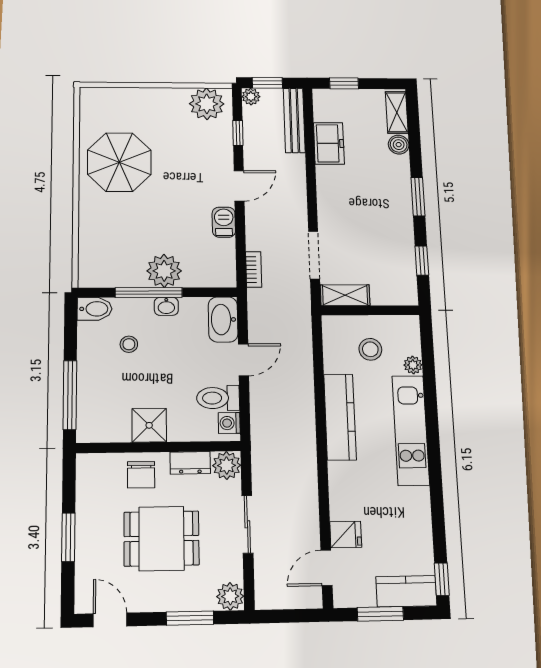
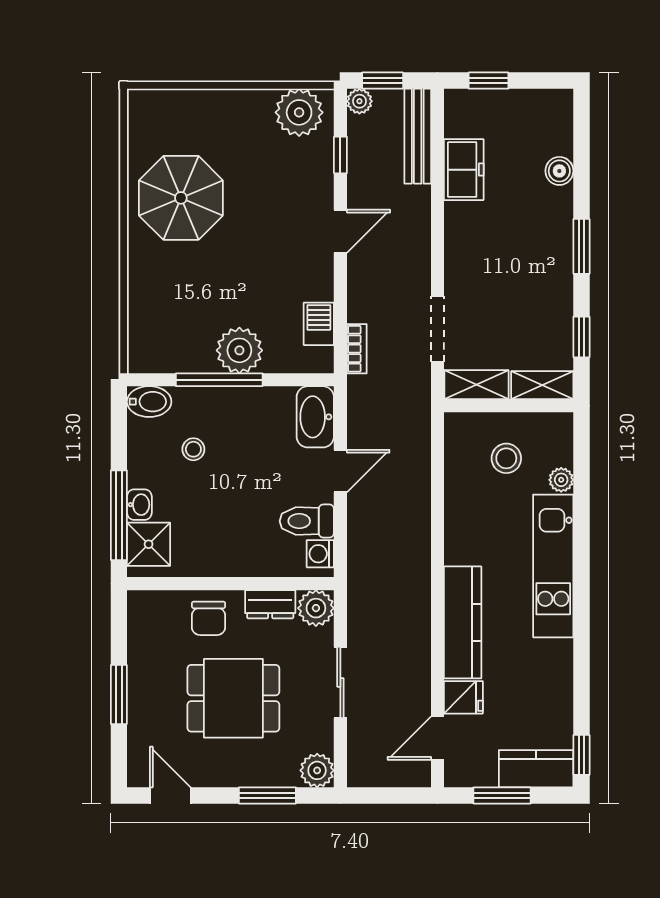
shelving: (397, 112) -> (542, 385), moved, turned 90
barbecue: (224, 222) -> (319, 324), moved
washbasin: (166, 306) -> (139, 505), moved, turned -90
kitchen counter: (340, 417) -> (463, 622), moved
shower: (149, 425) -> (149, 544), moved

